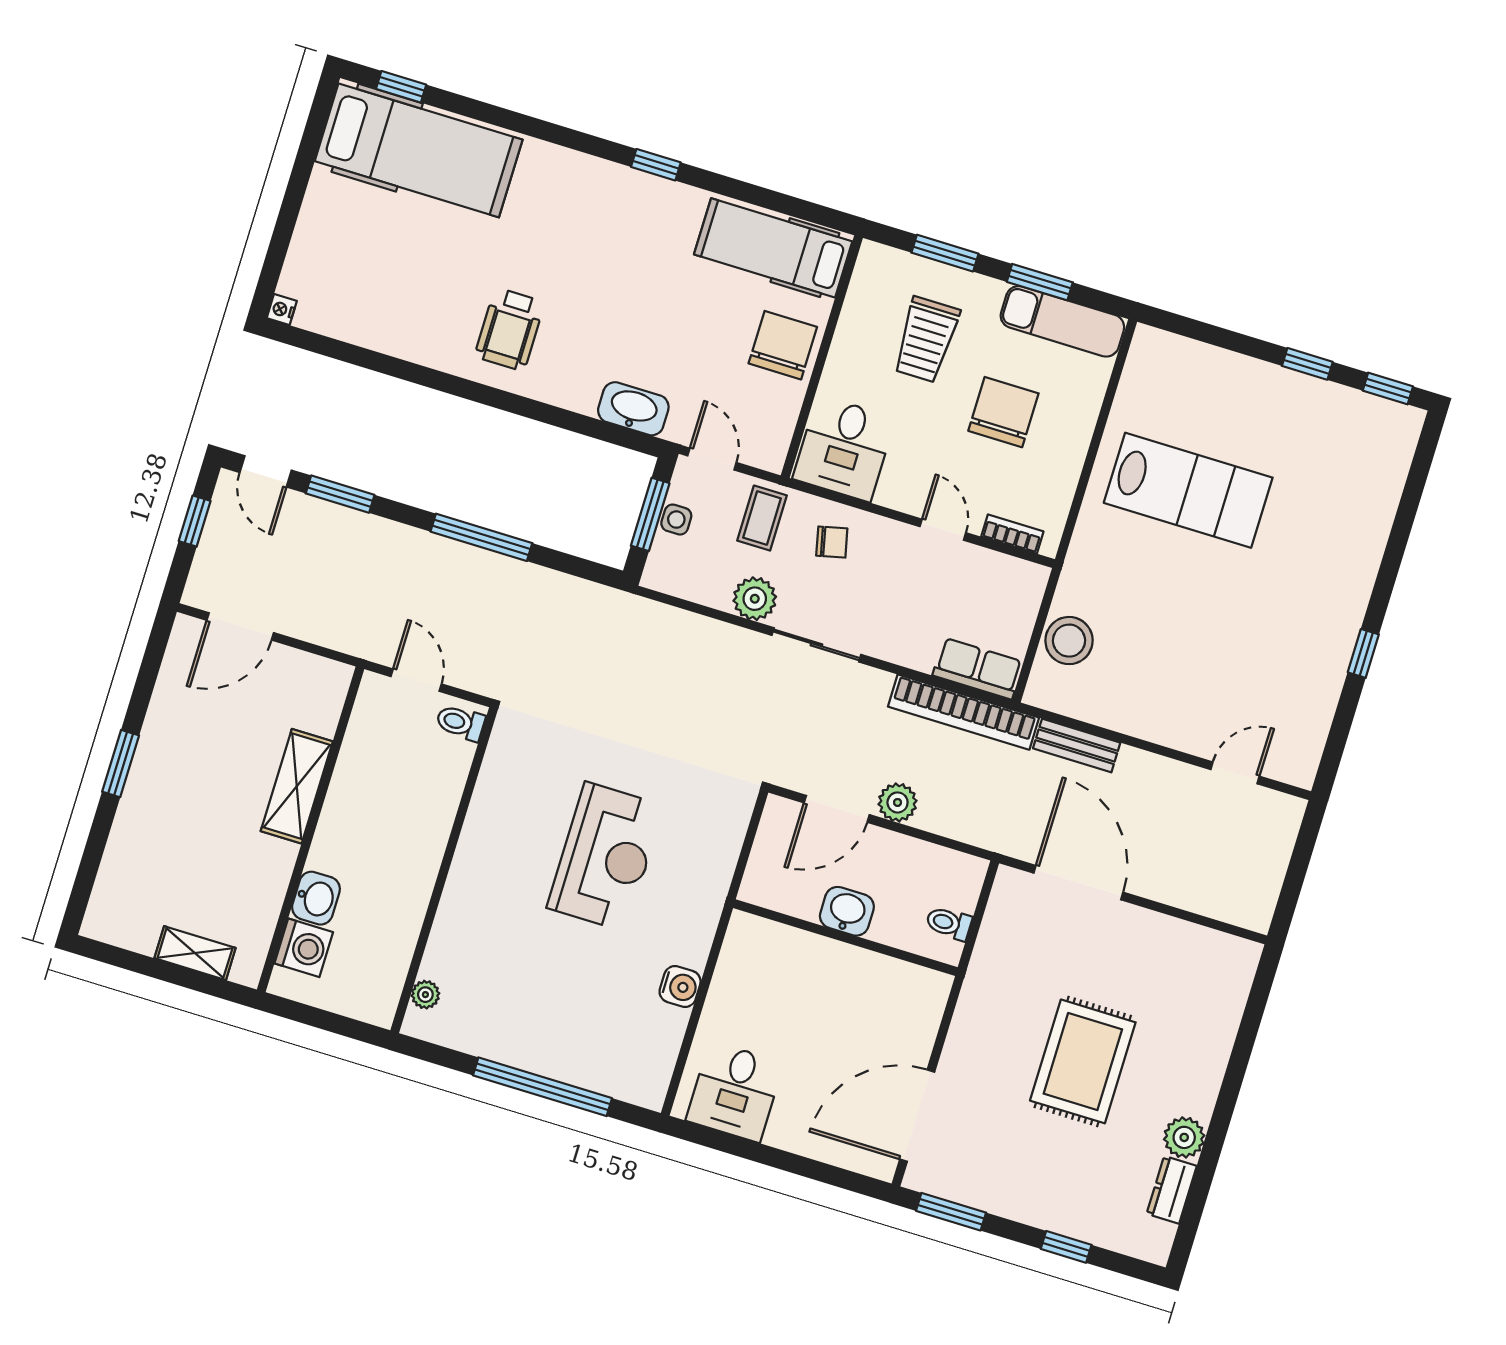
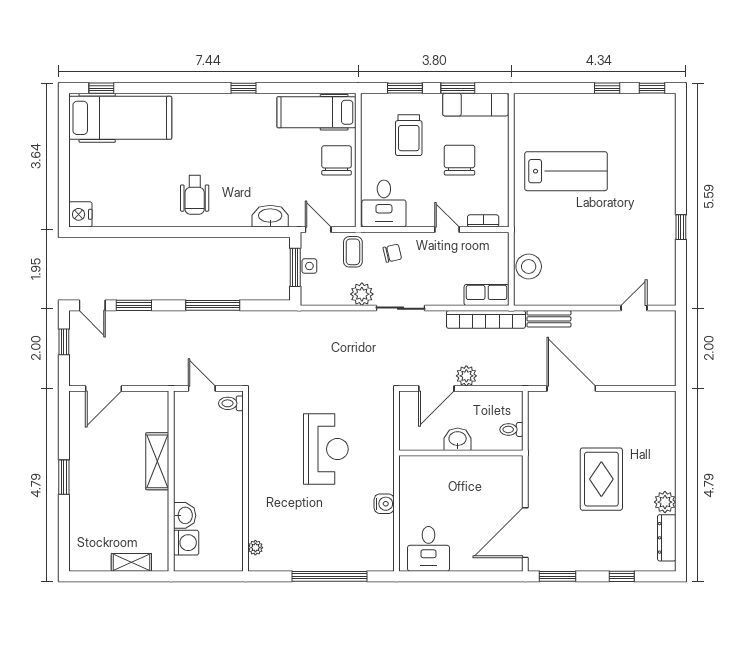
nightstand: (282, 310) -> (80, 214), width x1.89, depth x1.79
dresser: (1172, 1190) -> (667, 538), width x1.44

